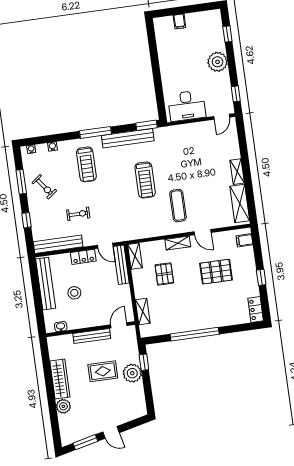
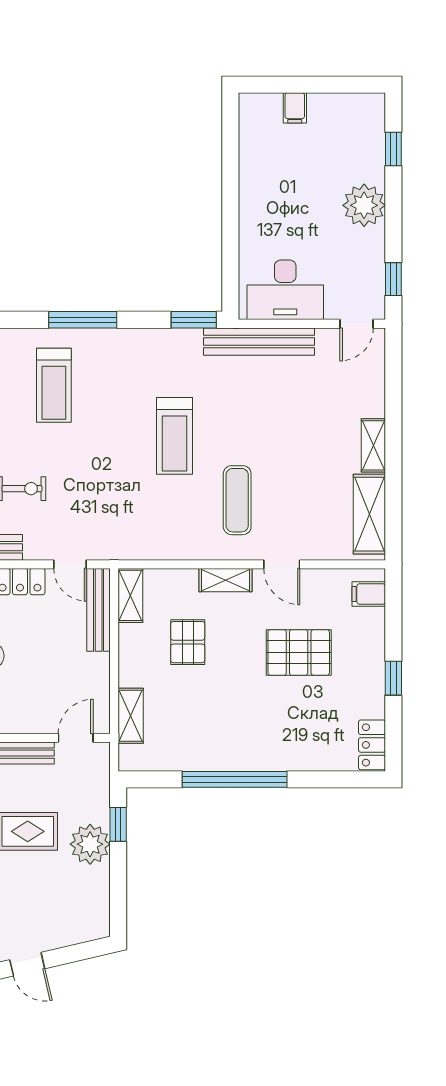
bench: (128, 138) -> (259, 342), moved

